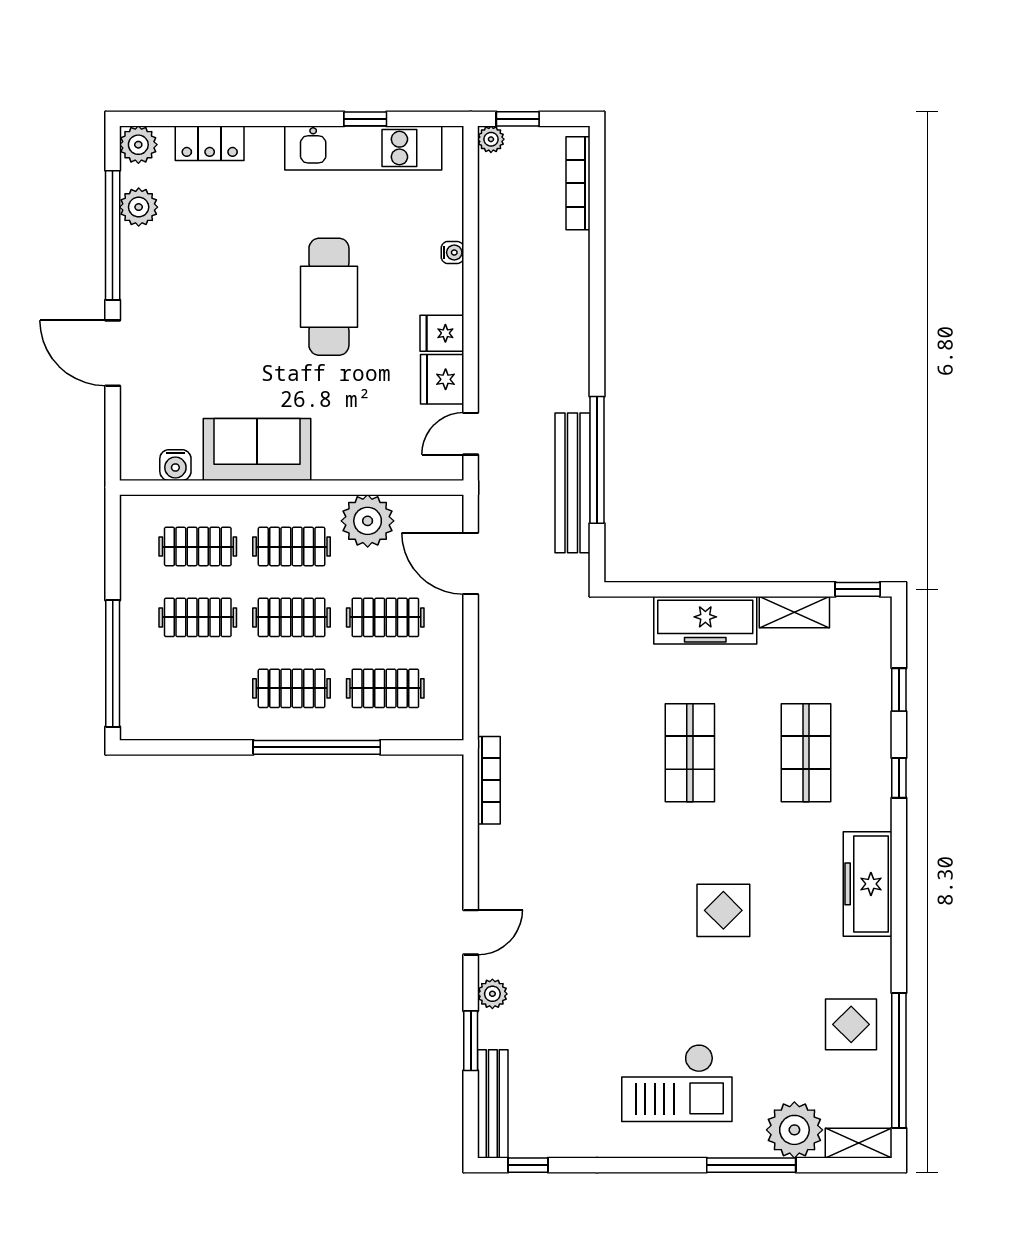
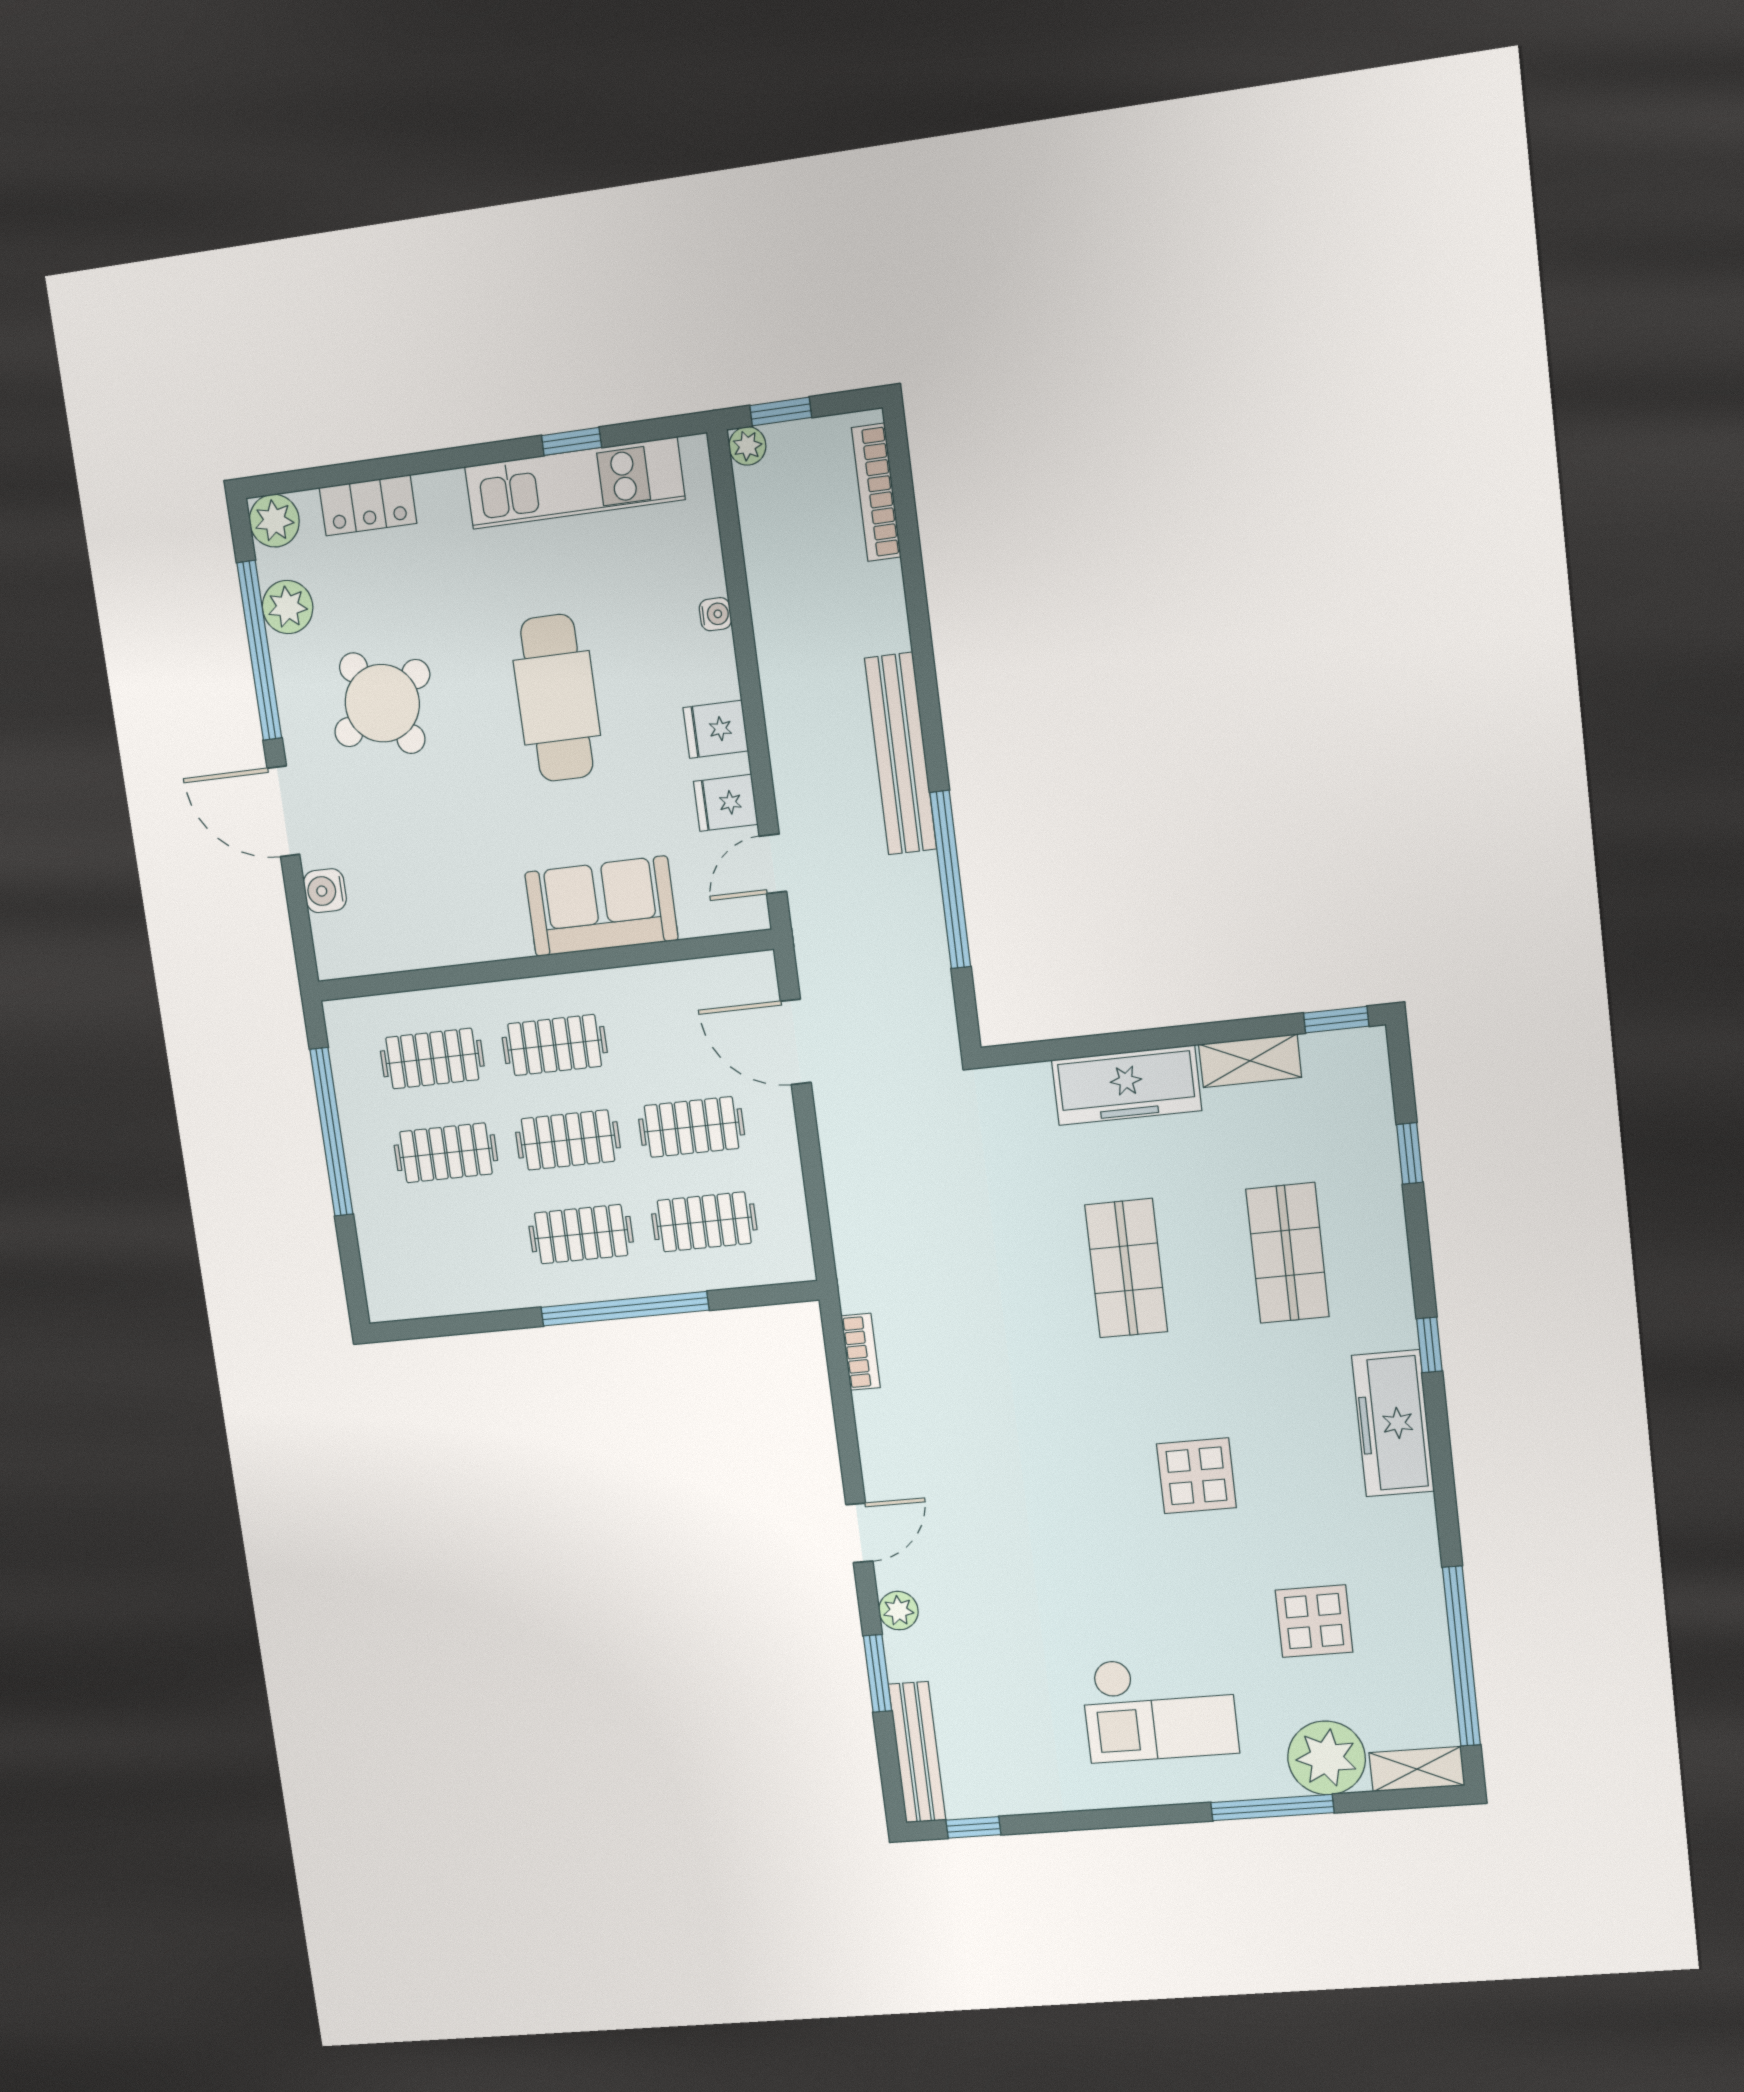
round table: (199, 284) -> (382, 703), added
fridge: (442, 379) -> (726, 803), width x0.72
sofa: (257, 450) -> (601, 906), moved
water cooler: (175, 465) -> (325, 891), moved, turned 90
bench: (573, 483) -> (901, 754), moved
plant: (368, 521) -> (650, 999), removed
window: (113, 663) -> (332, 1132), moved
window: (899, 778) -> (1429, 1345), moved
bookcase: (489, 780) -> (861, 1352), width x0.64
display table: (851, 1024) -> (1314, 1621), moved

